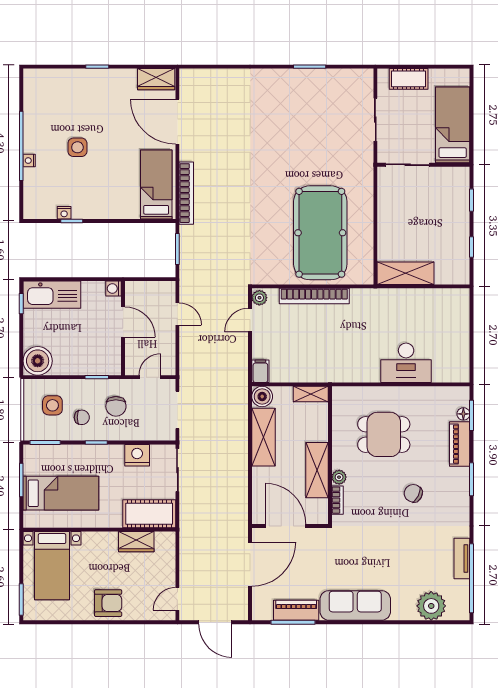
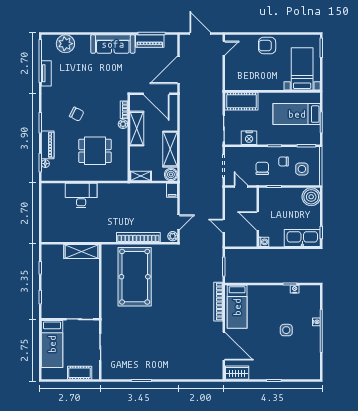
door: (150, 377) -> (241, 187), swing flipped
wardrobe: (136, 542) -> (250, 84), removed

